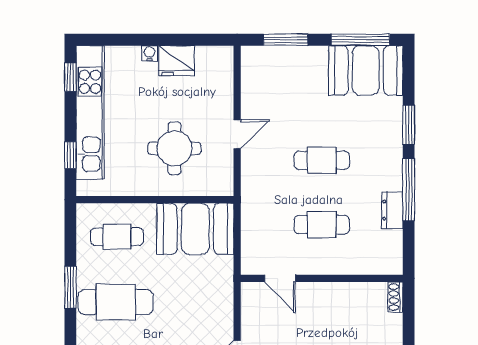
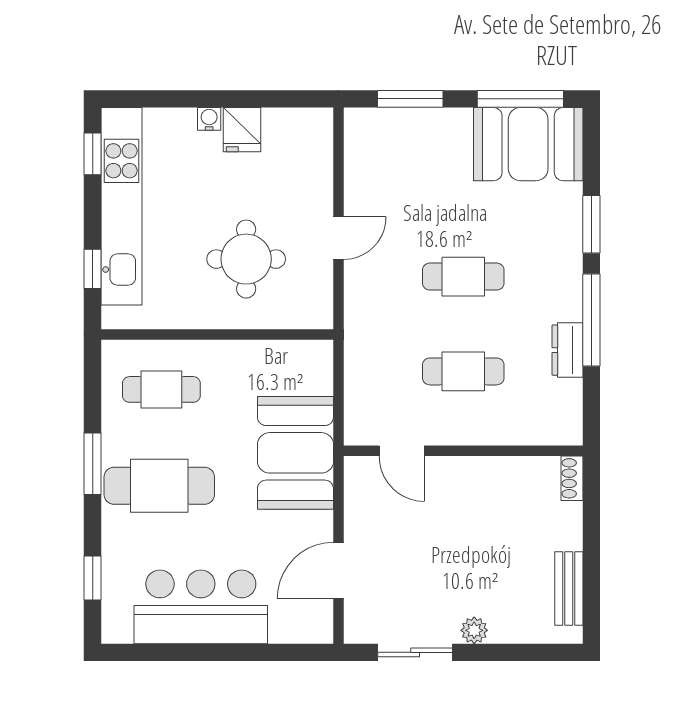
fridge: (177, 61) -> (242, 130), width x0.72
booth: (195, 229) -> (295, 453), moved, turned 90

